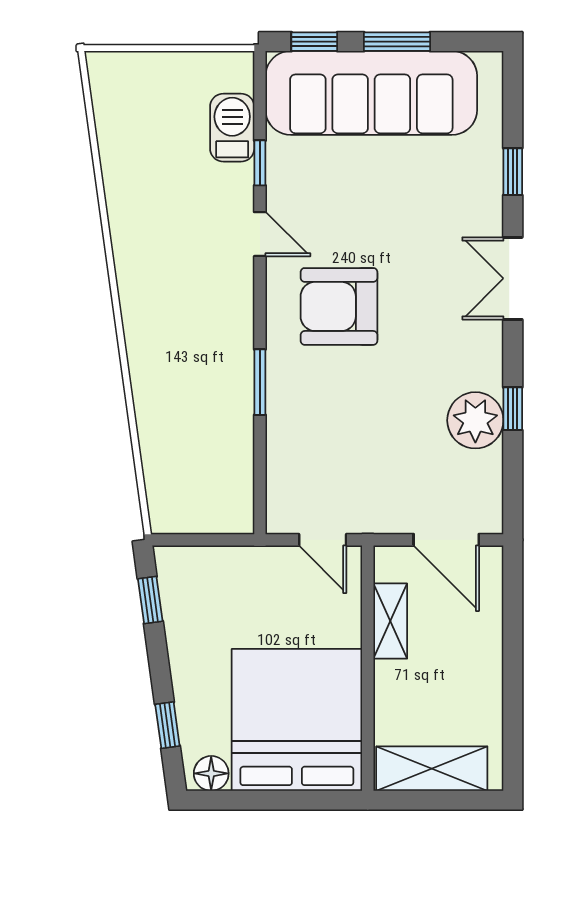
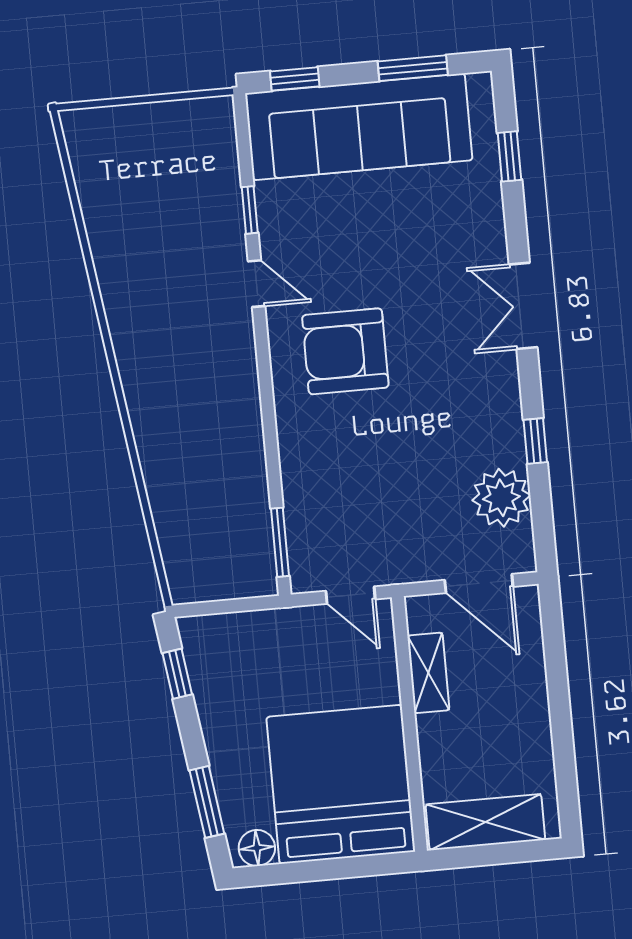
window: (397, 42) -> (413, 68), moved
barbecue: (232, 128) -> (218, 176), removed
window: (513, 172) -> (509, 156), moved
window: (260, 382) -> (280, 542), moved
plant: (475, 420) -> (501, 498), moved
window: (167, 725) -> (207, 802), width x1.50

